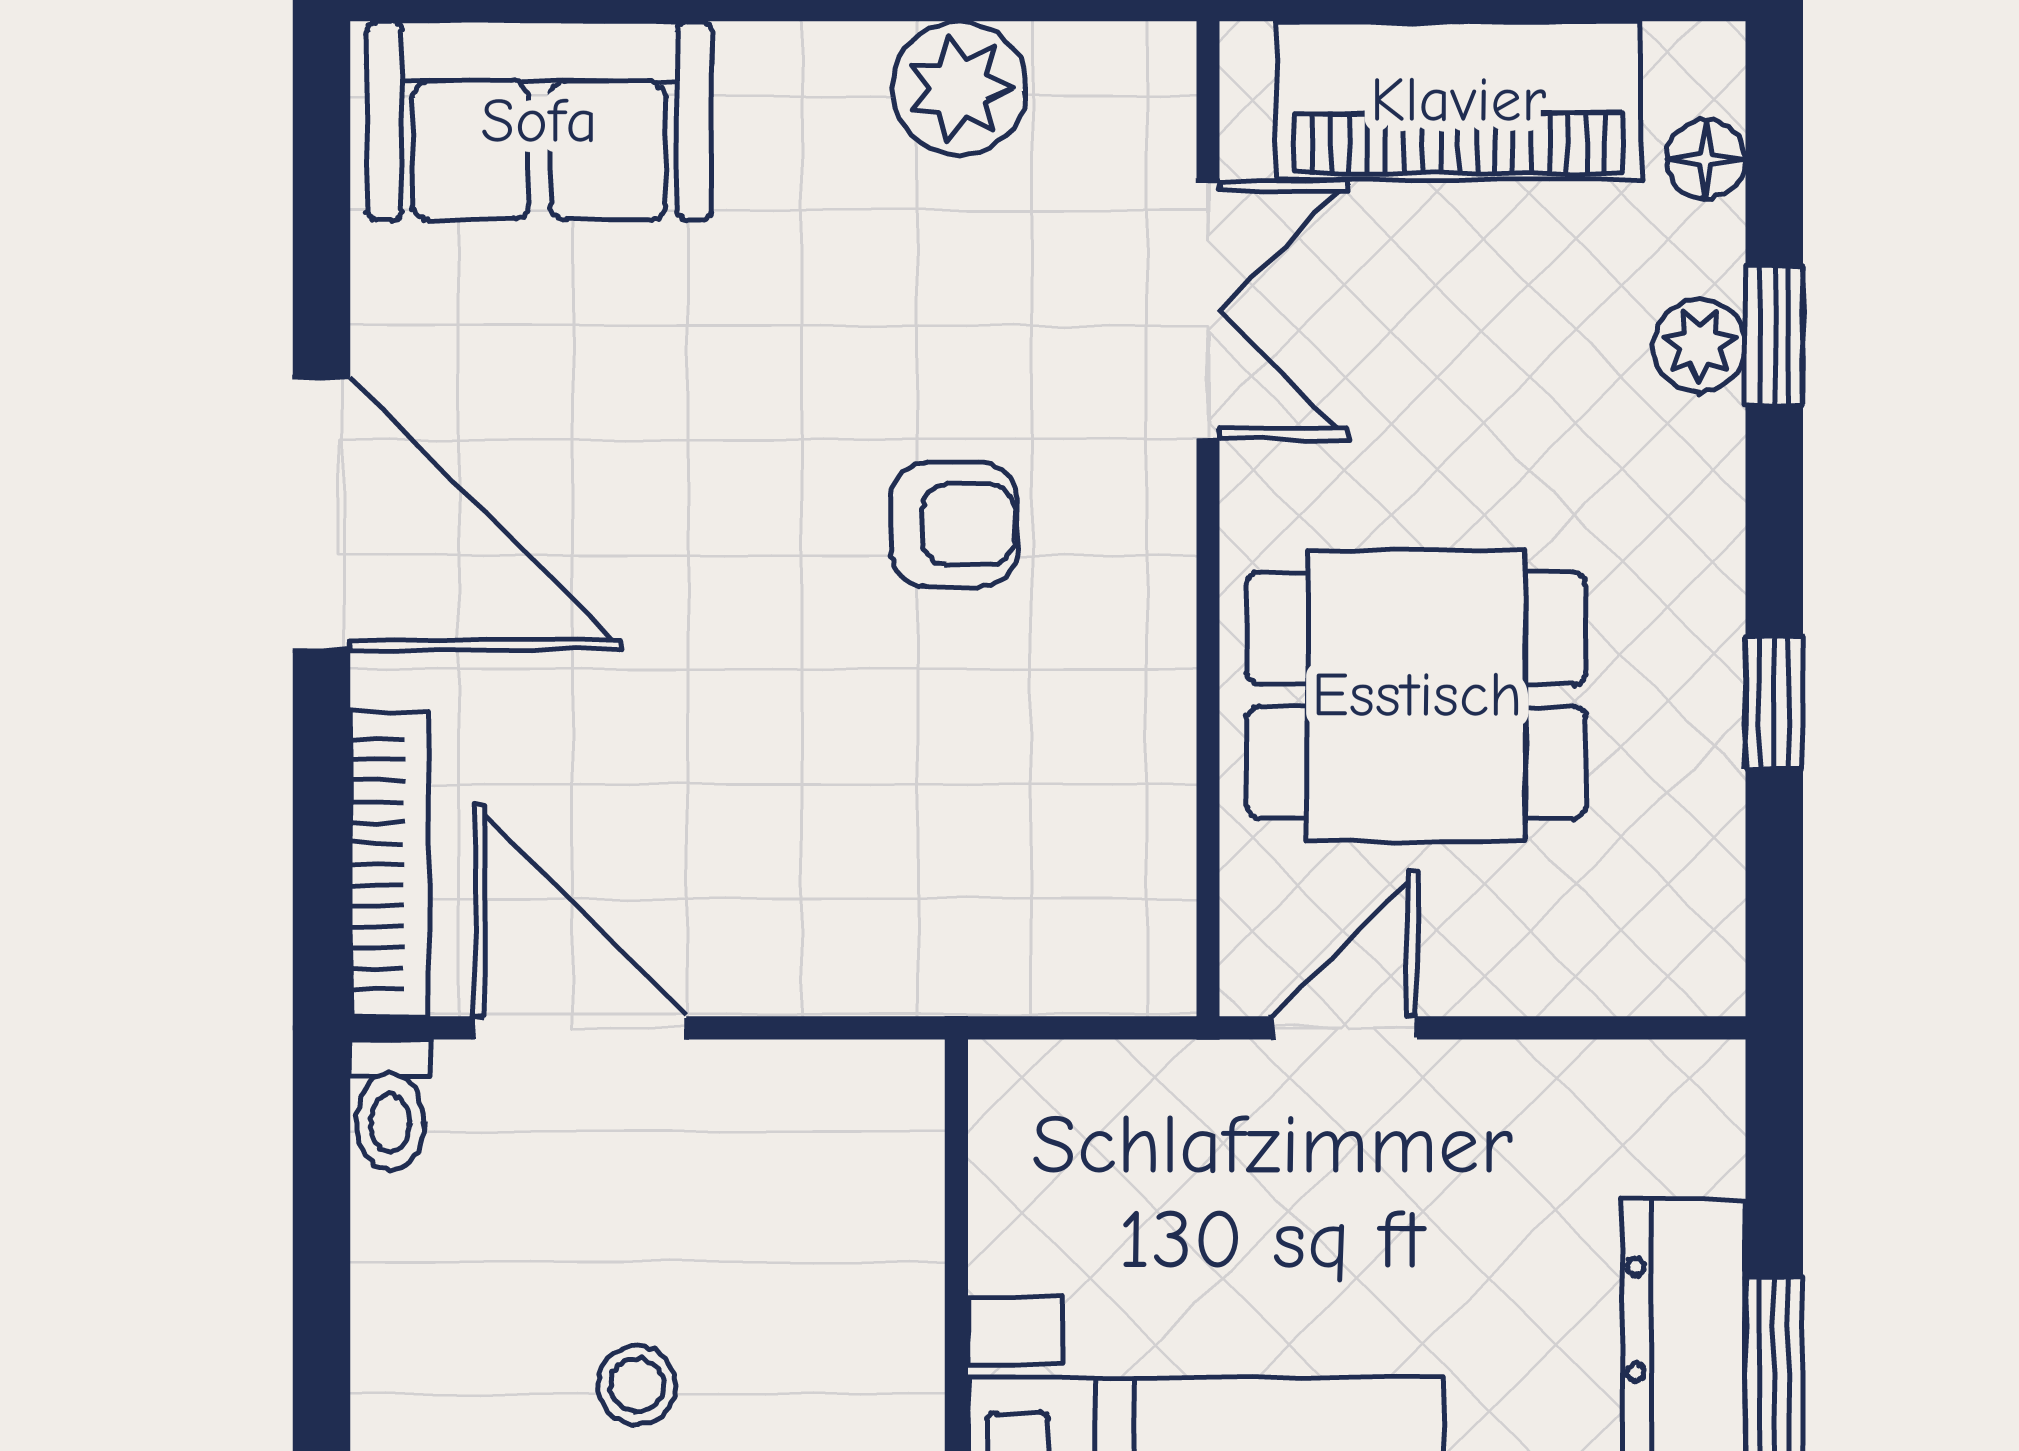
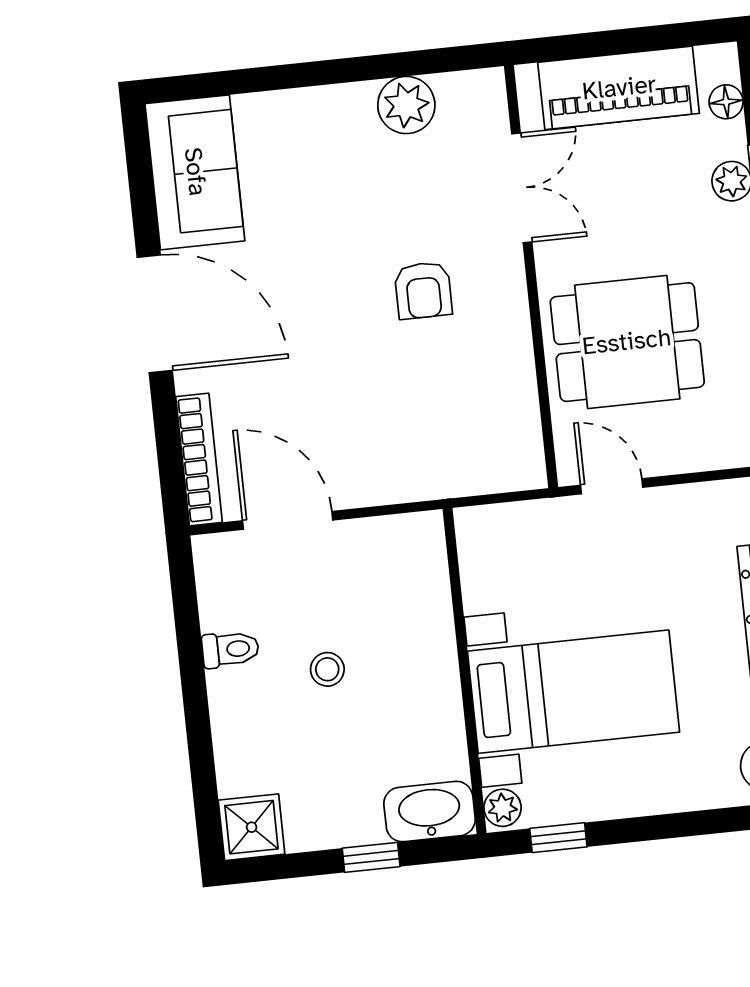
sofa: (539, 121) -> (195, 172), moved, turned -90
armchair: (953, 525) -> (423, 290), turned 90
door: (1345, 1028) -> (612, 486), hinge flipped
toilet: (390, 1105) -> (230, 649), moved, turned -90

